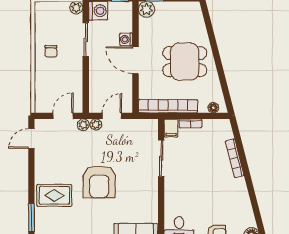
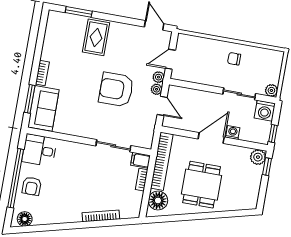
floor lamp: (213, 108) -> (158, 200), width x1.89, depth x1.89
door: (63, 116) -> (170, 59), swing flipped
armchair: (99, 182) -> (116, 89), moved

